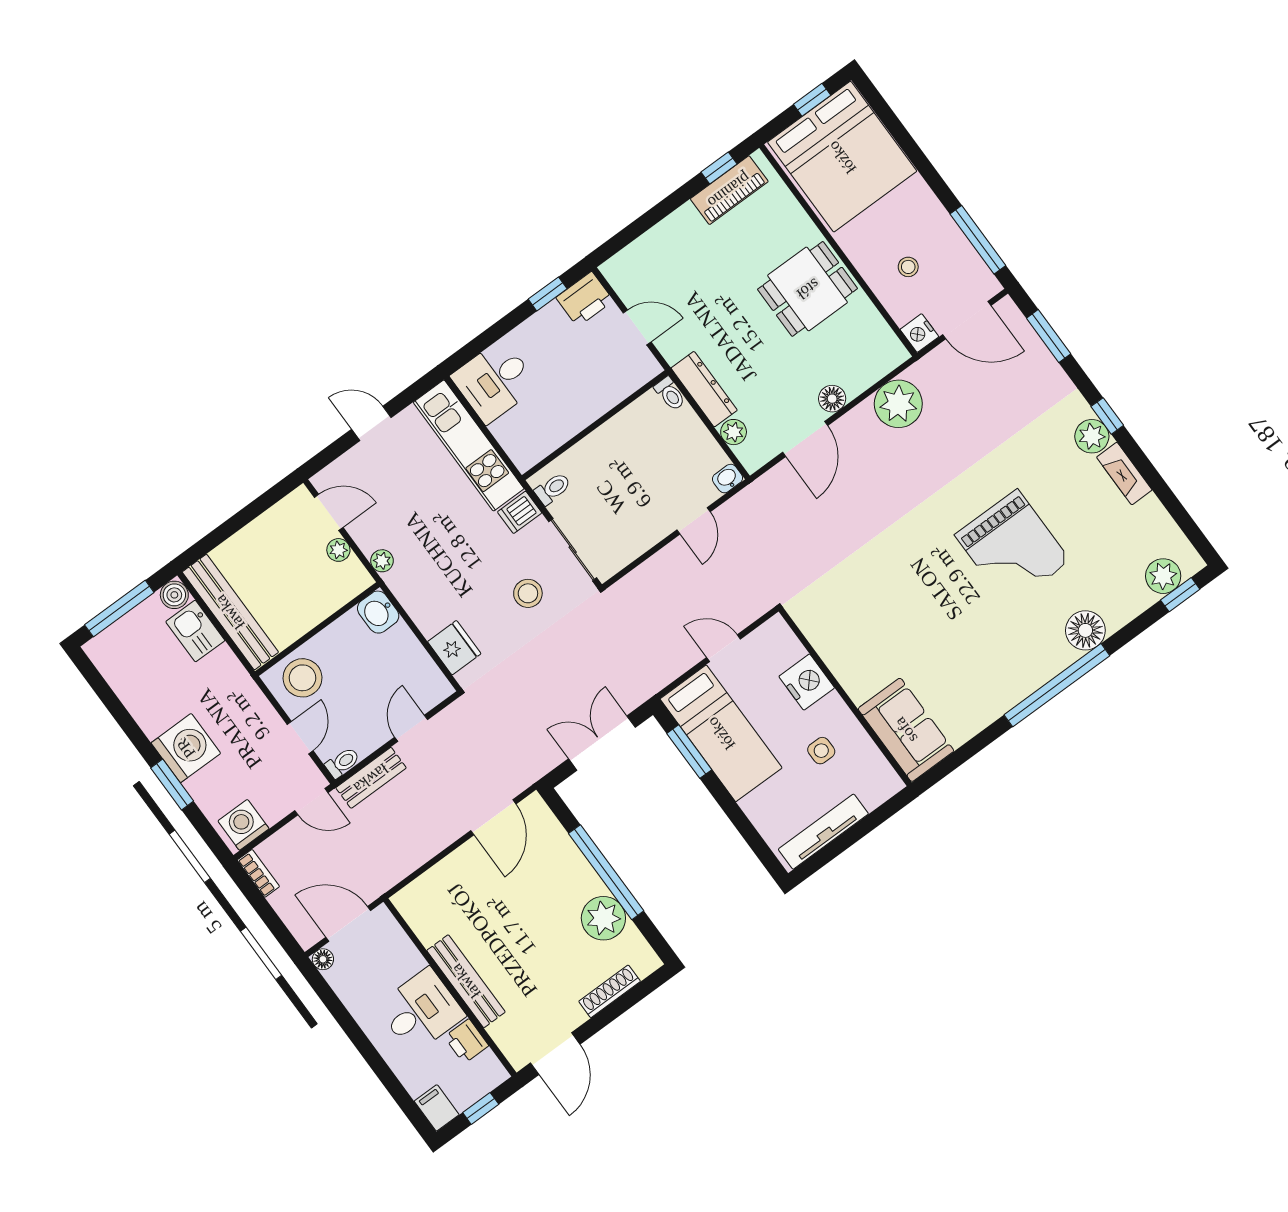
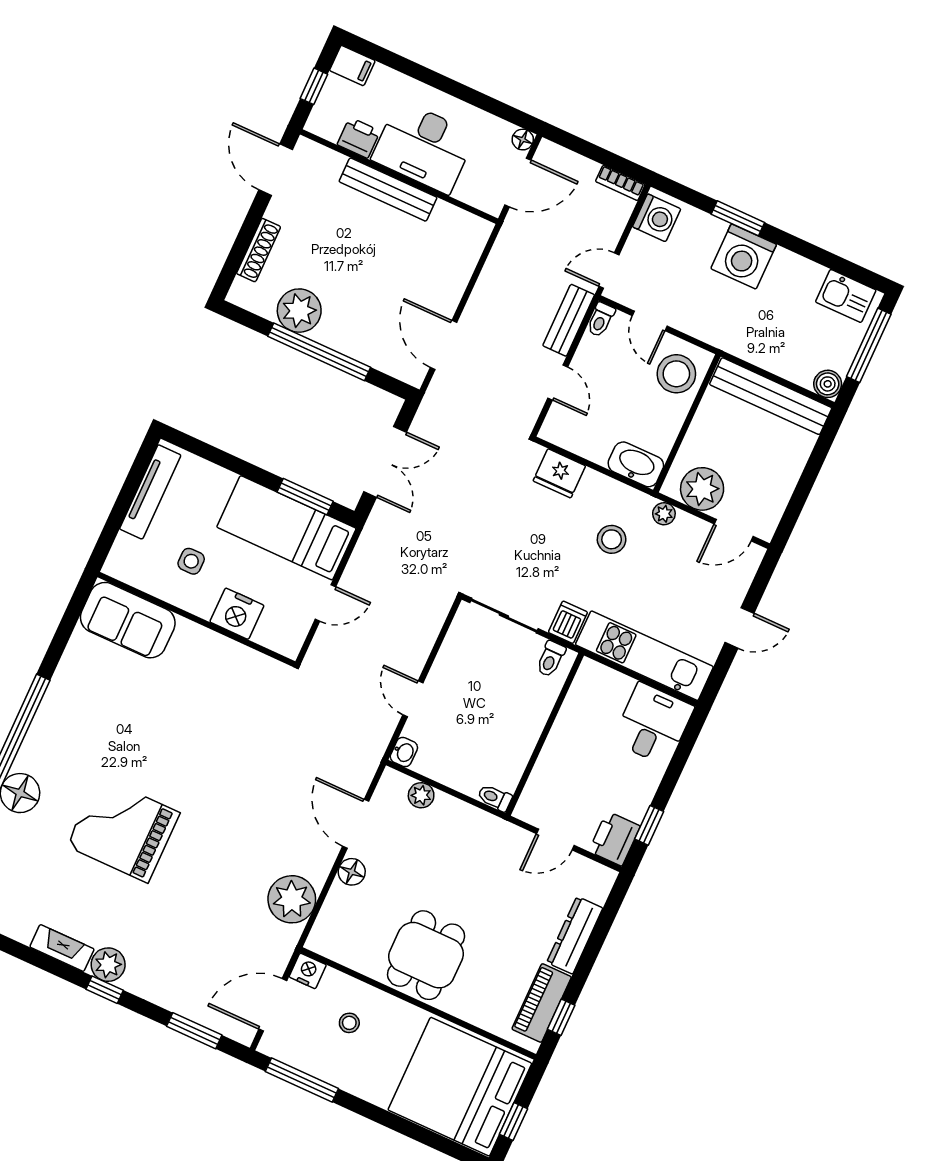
dresser: (704, 389) -> (575, 935), moved, turned 90
plant: (338, 550) -> (702, 489), width x1.87, depth x1.87
stool: (528, 593) -> (612, 539), moved
washbasin: (378, 612) -> (636, 464), width x1.38
kitchen sink: (195, 631) -> (846, 296), moved, turned 180
desk: (421, 1011) -> (424, 147), width x1.37

